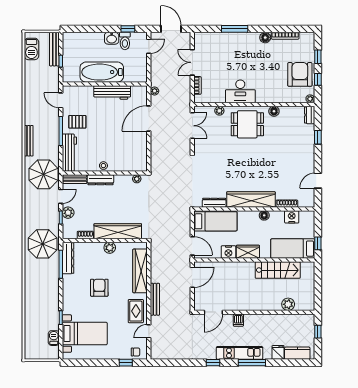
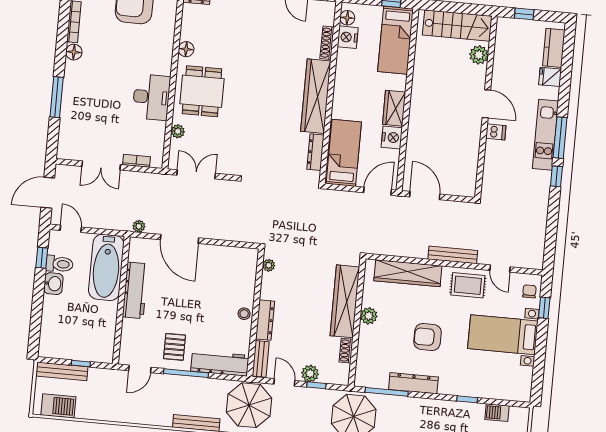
bathtub: (102, 72) -> (106, 267), moved
floor lamp: (264, 215) -> (347, 18), moved
dresser: (68, 258) -> (413, 383), moved
stairs: (278, 270) -> (457, 25), moved, turned 90
door: (213, 312) -> (486, 104), moved
bed with nightstands: (85, 334) -> (503, 335), moved, turned -90
window: (252, 363) -> (560, 138), moved

